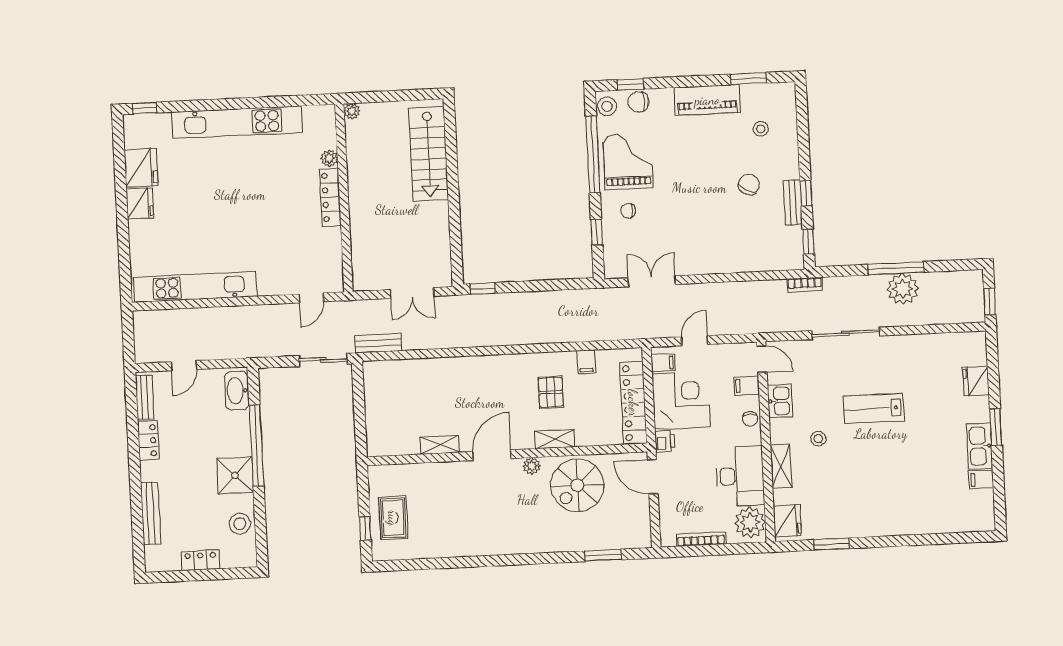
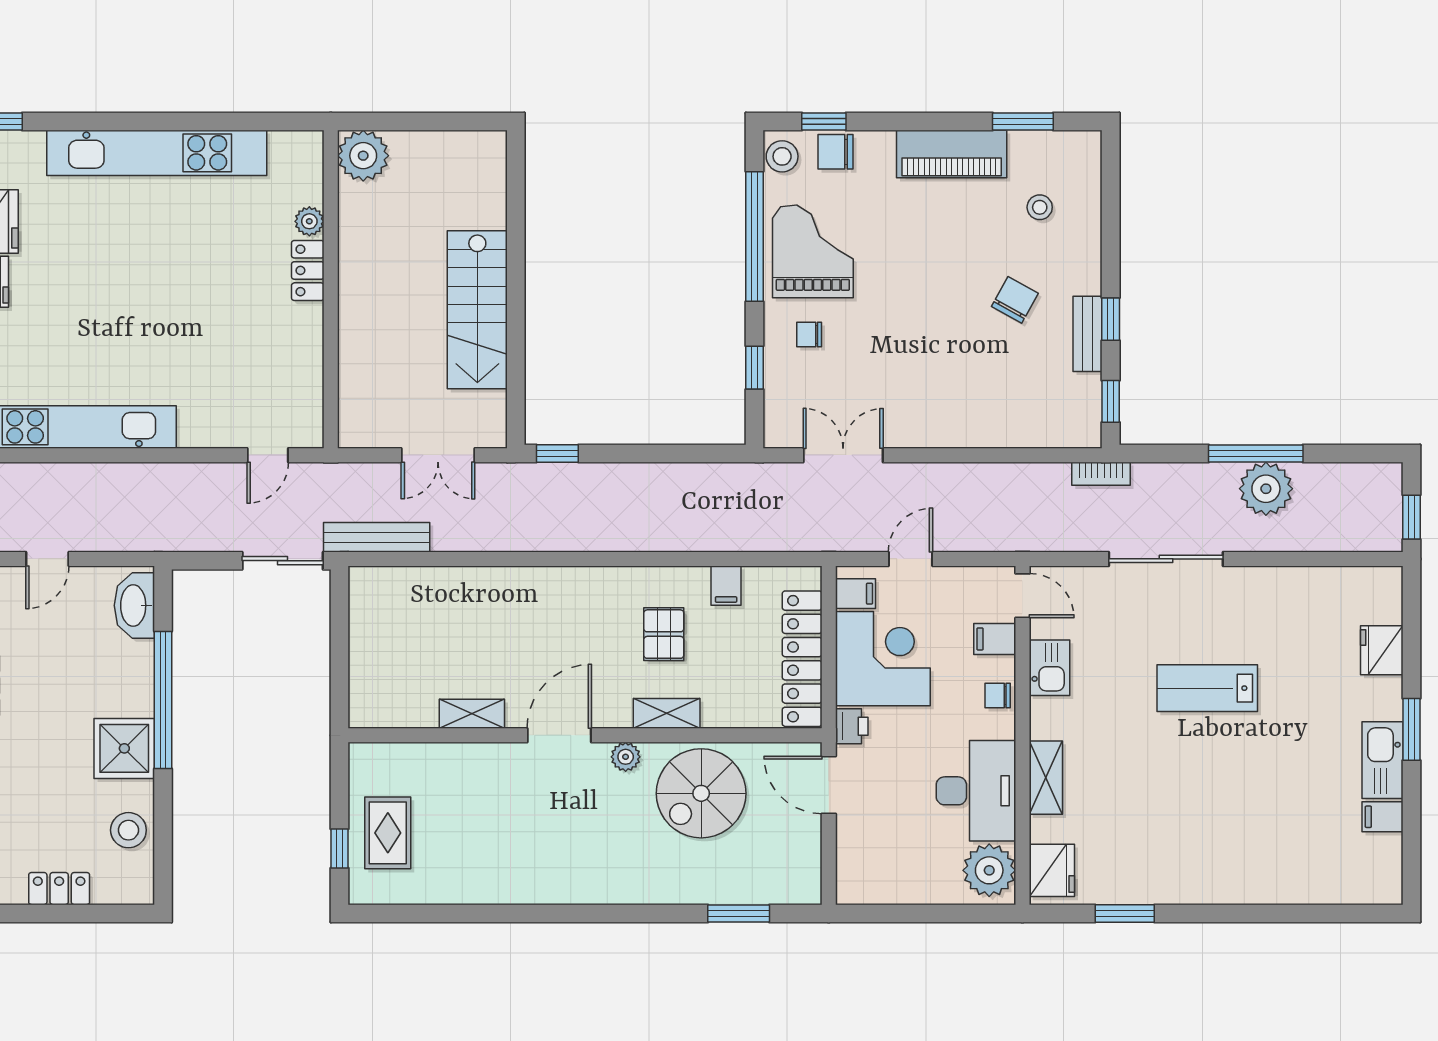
plant: (352, 111) -> (363, 156), width x1.88, depth x1.88
stairs: (429, 154) -> (477, 310), moved
locker: (330, 197) -> (308, 270), width x0.66
bench: (378, 343) -> (377, 537), width x1.36
chair: (750, 419) -> (998, 695), turned 90
stool: (818, 439) -> (1111, 734), removed
bookcase: (701, 539) -> (905, 894), removed

